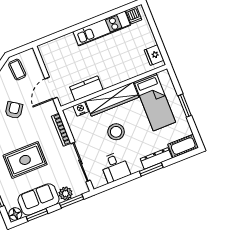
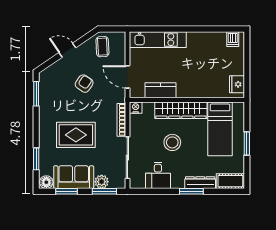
kitchen unit: (102, 28) -> (158, 40), moved
door: (51, 88) -> (127, 77), hinge flipped
nightstand: (81, 109) -> (136, 108), moved

